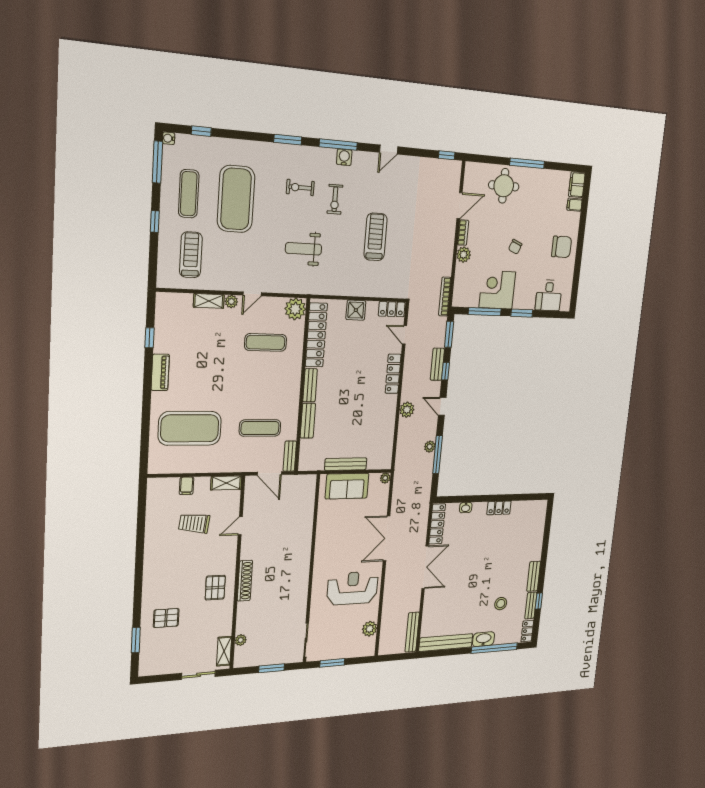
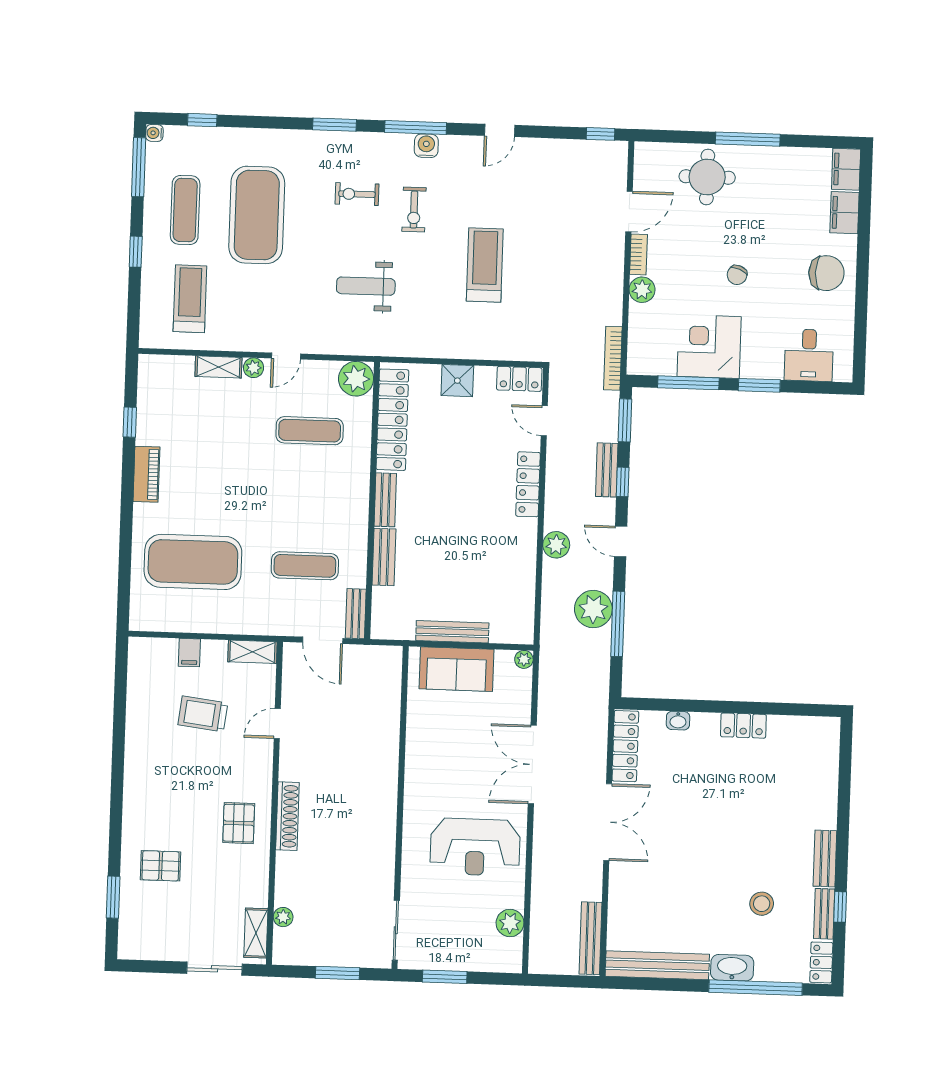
filing cabinet: (575, 205) -> (844, 213), width x2.00
plant: (430, 447) -> (593, 609), width x1.88, depth x1.88
reception desk: (353, 588) -> (475, 847), turned 180

